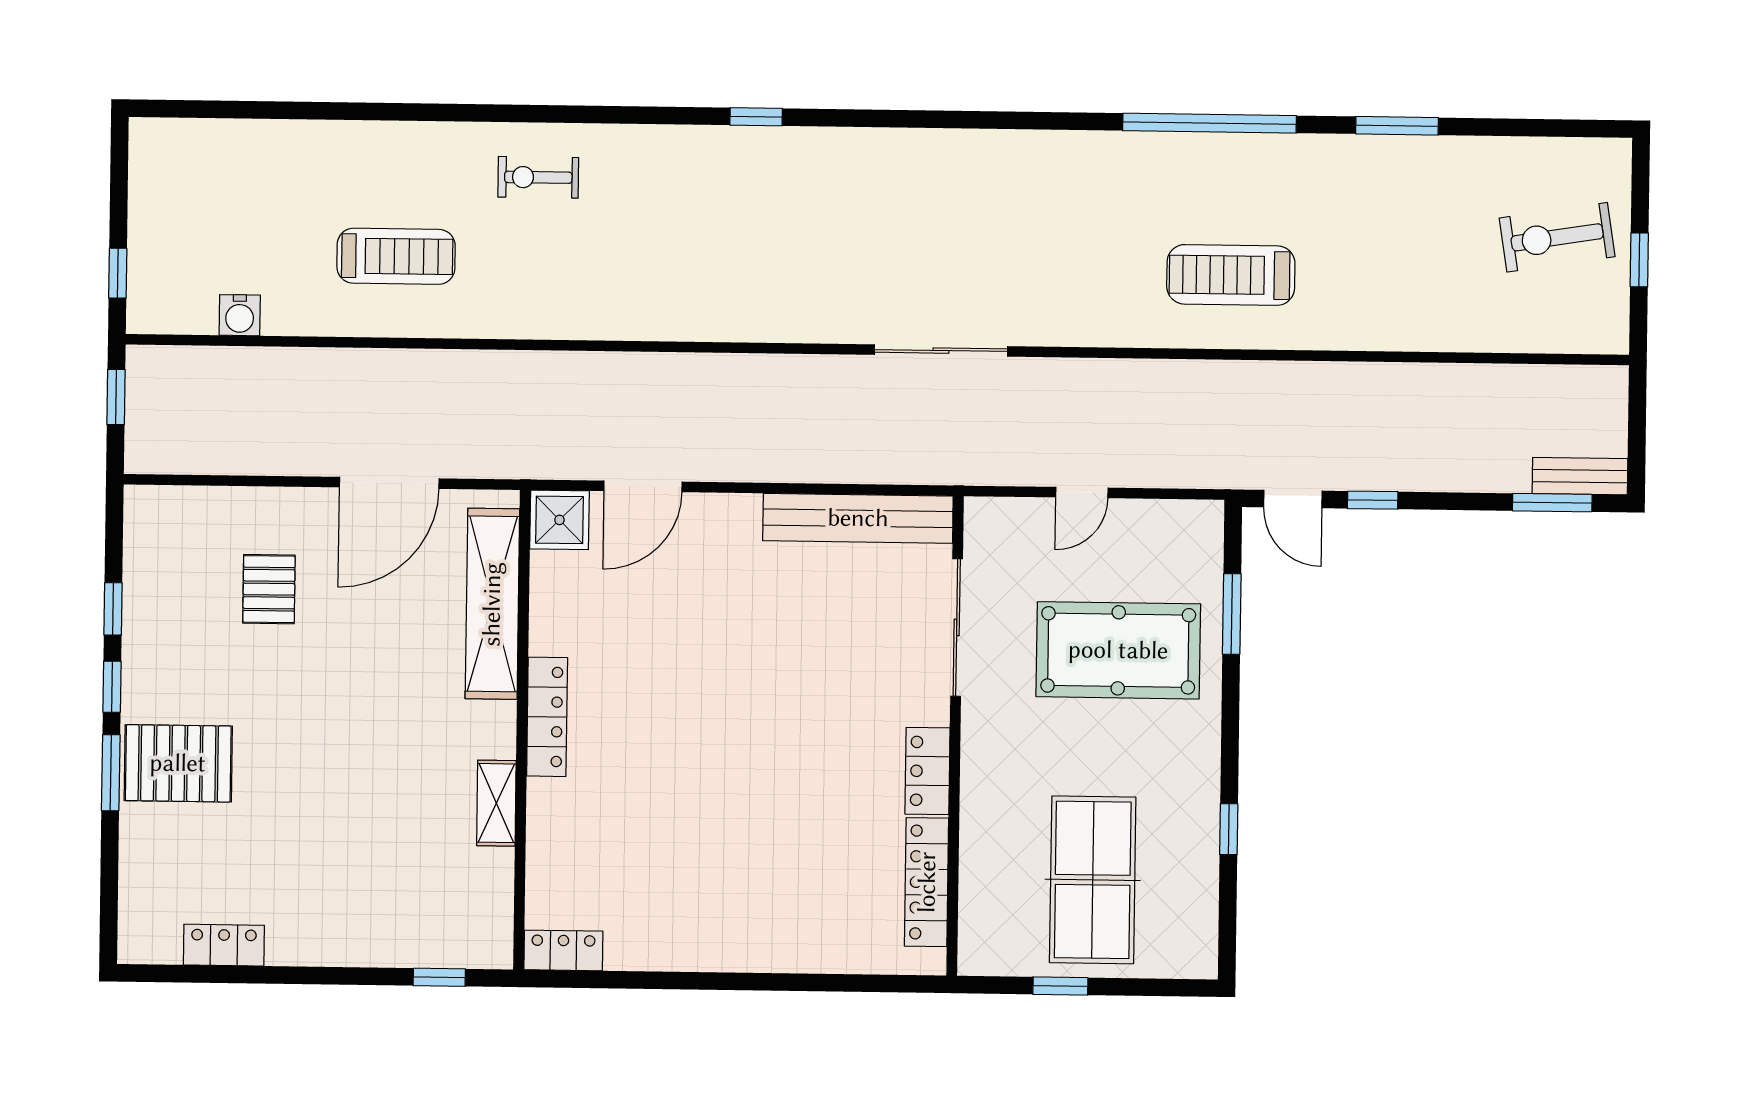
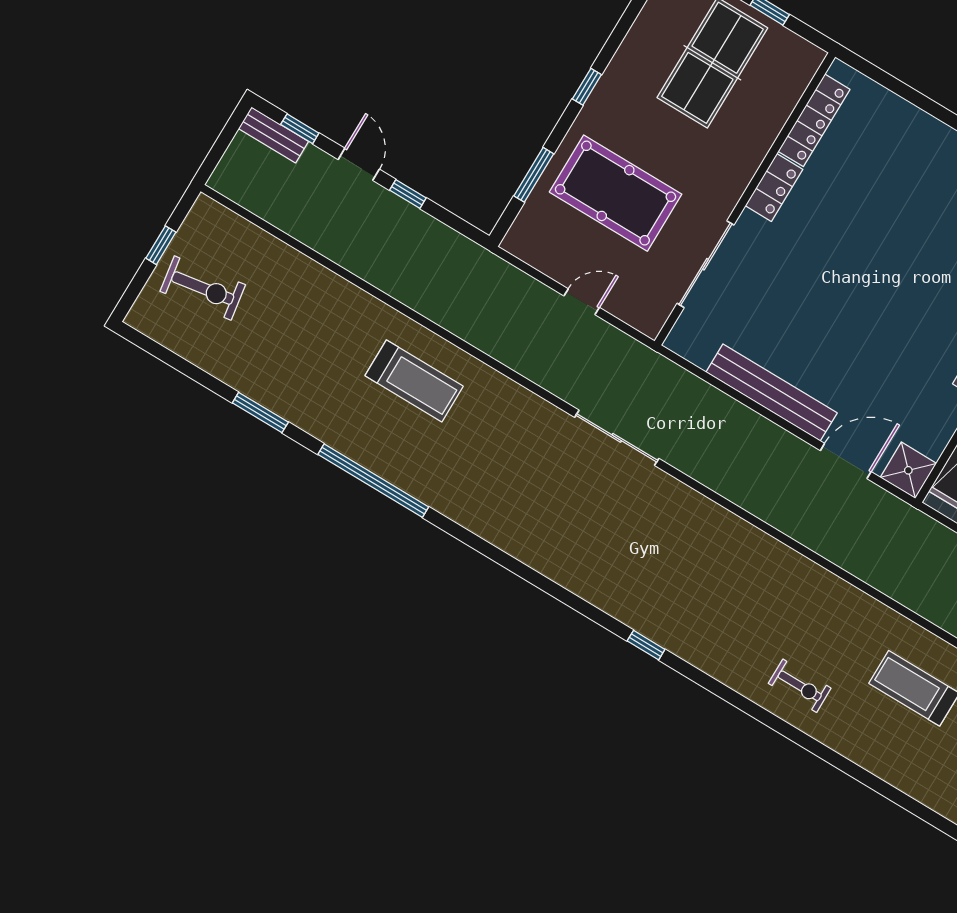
door: (1293, 499) -> (359, 164), moved
window: (1552, 503) -> (300, 129), width x0.67
bench: (858, 518) -> (772, 393), moved
window: (1229, 829) -> (587, 87), moved

